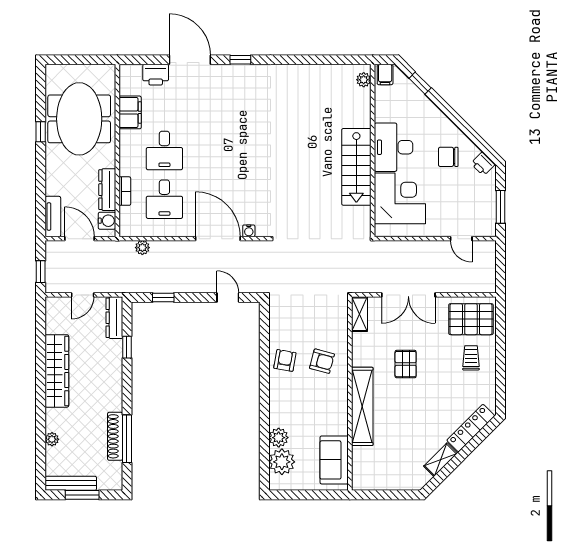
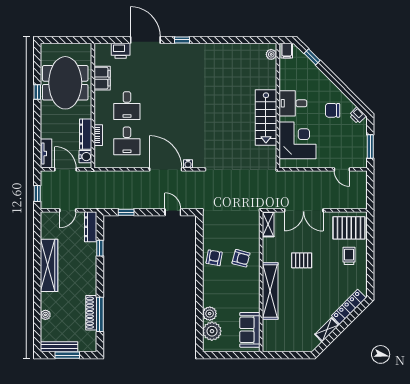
desk: (394, 147) -> (293, 103), width x0.73
plant: (142, 248) -> (111, 176), removed
pallet: (406, 364) -> (302, 260), turned 90

